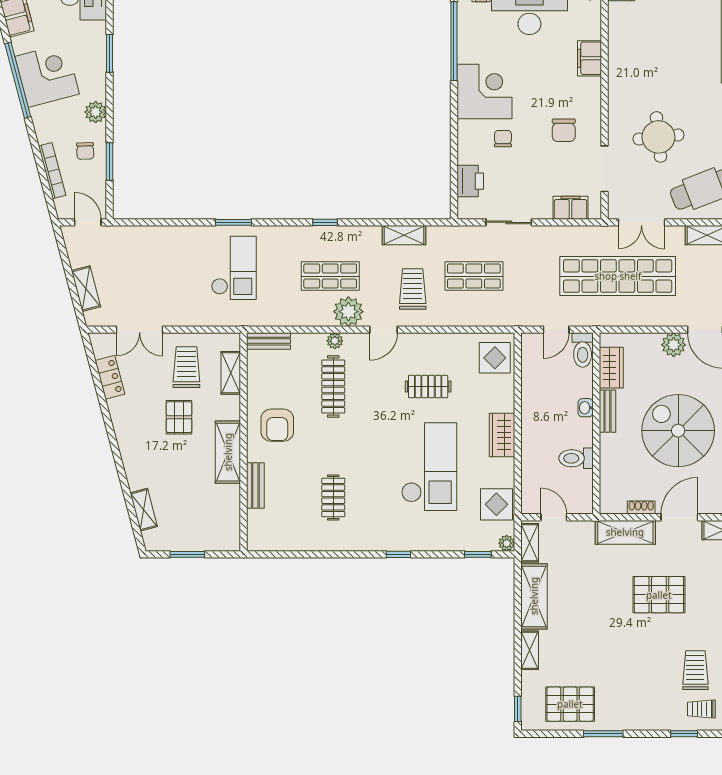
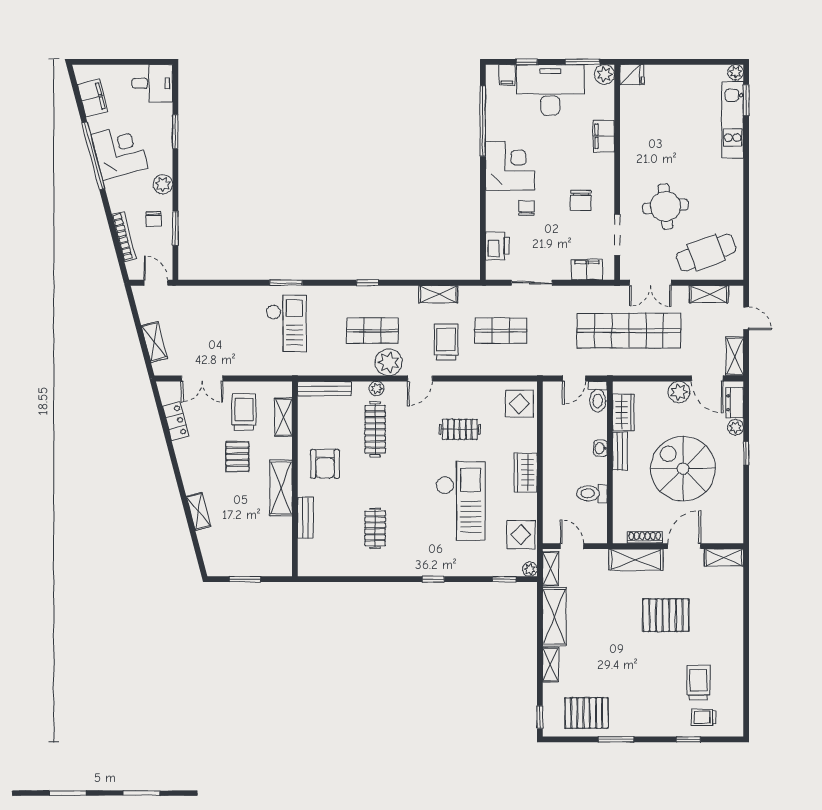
bench: (269, 341) -> (324, 389), width x1.36
shoe rack: (641, 507) -> (645, 537), width x1.43
shelving: (144, 510) -> (198, 511), moved

